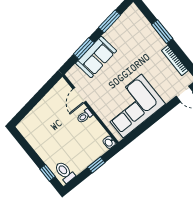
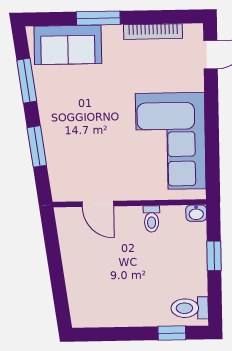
sofa: (96, 57) -> (68, 45), moved, turned 98
toilet: (84, 116) -> (152, 219), moved

